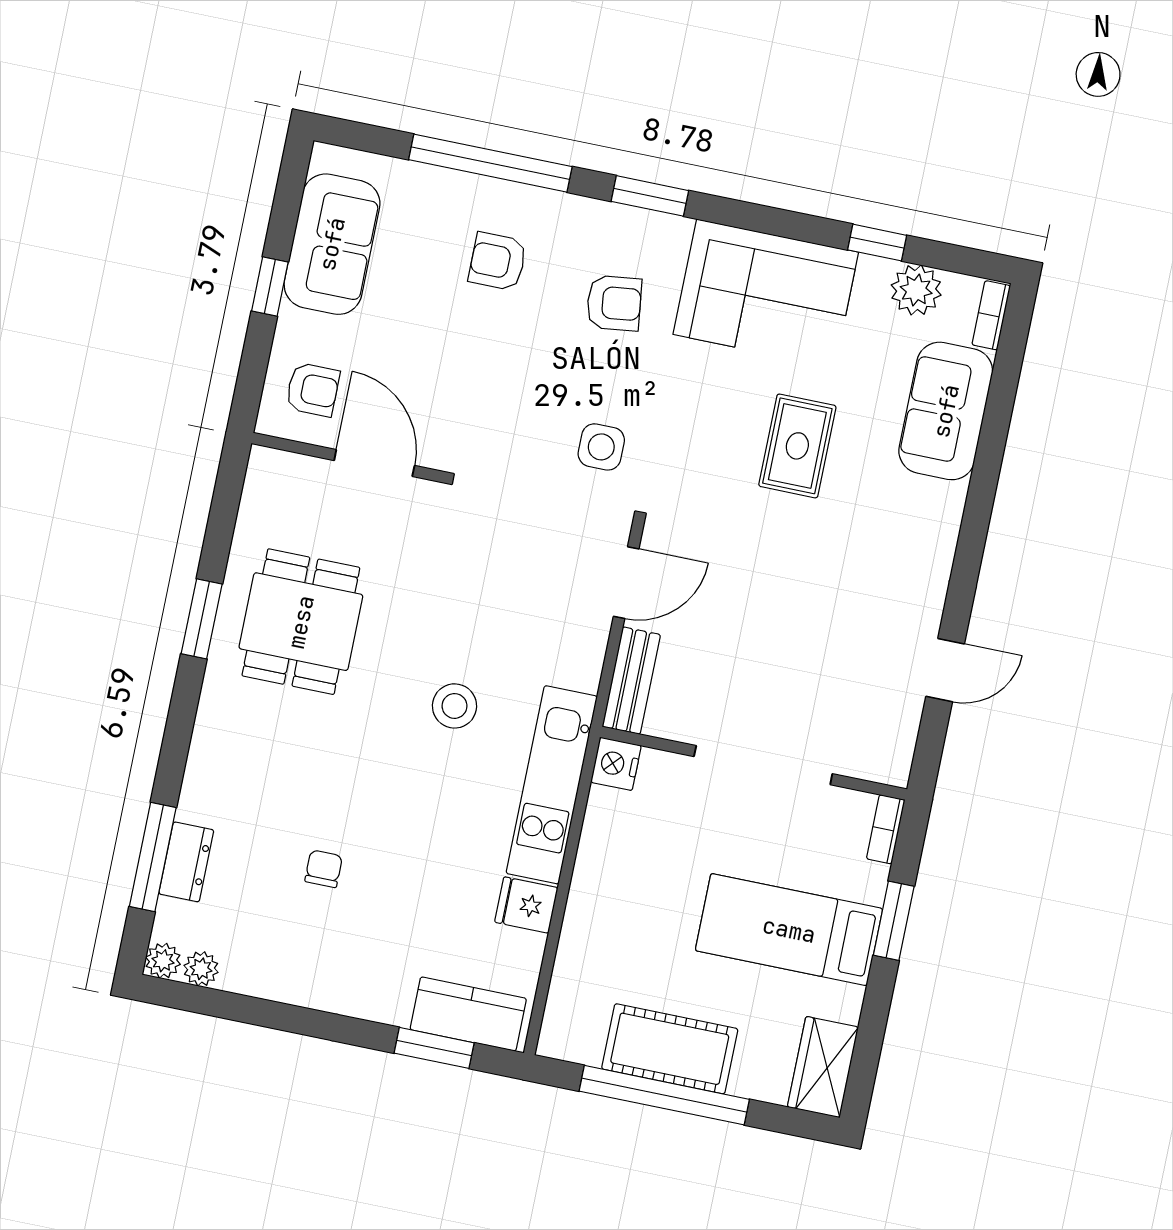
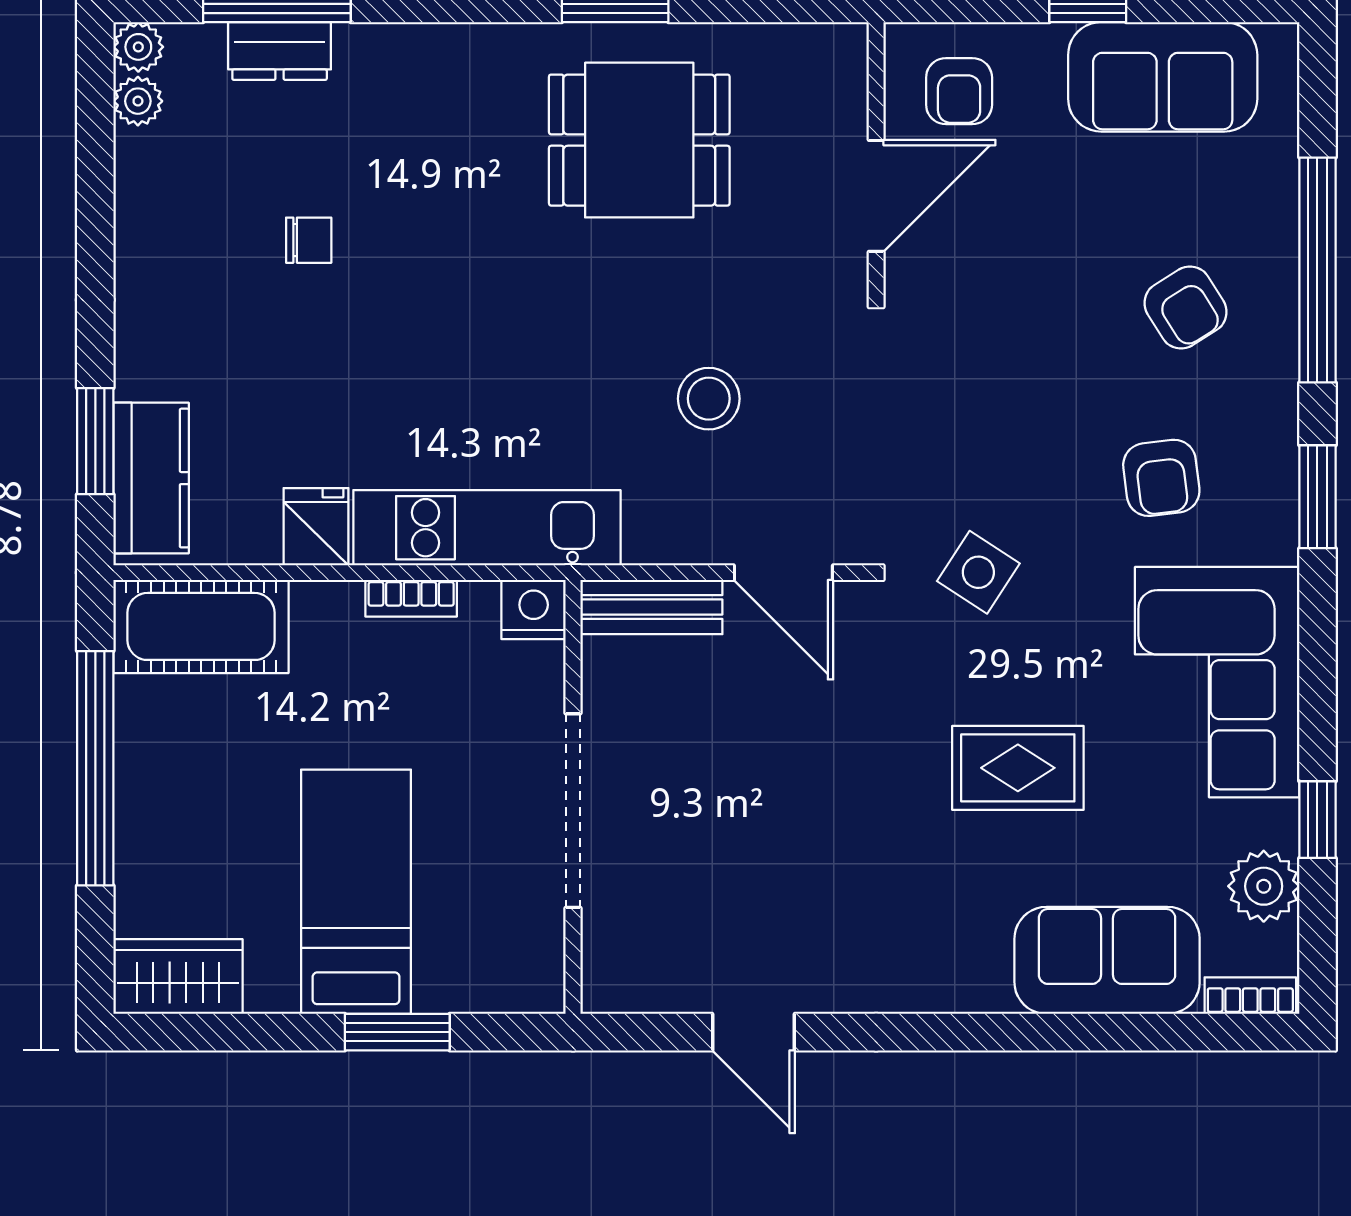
armchair: (498, 261) -> (1185, 307), turned 148
side table: (601, 447) -> (978, 572), moved, turned 33
stool: (454, 706) -> (709, 399), moved
bookcase: (886, 829) -> (411, 598), moved, turned 180
cot: (670, 1049) -> (201, 626), moved, turned 90

